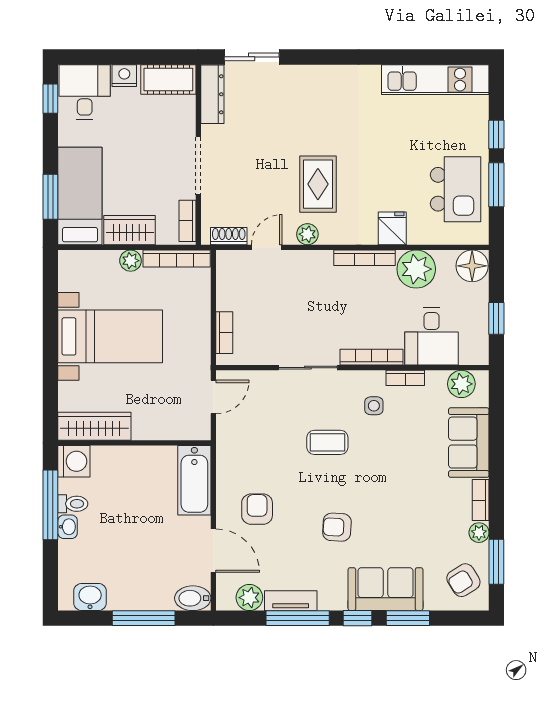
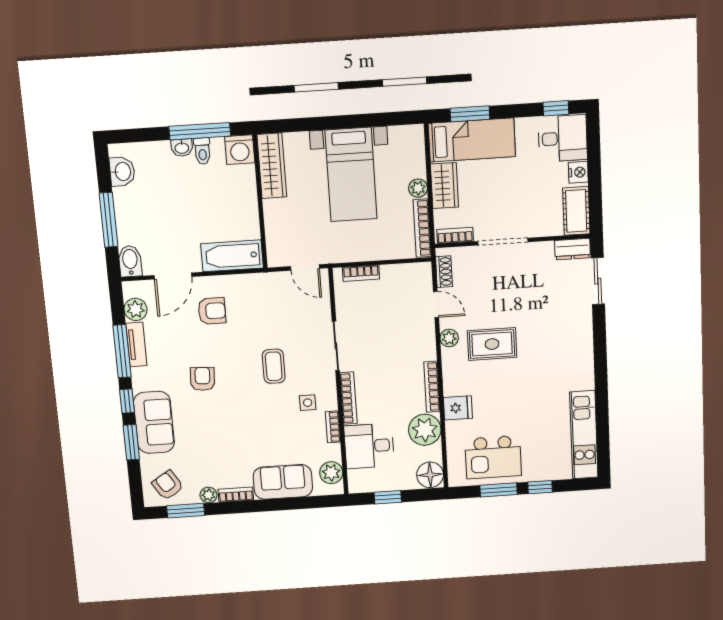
dresser: (212, 94) -> (572, 249), width x0.70

